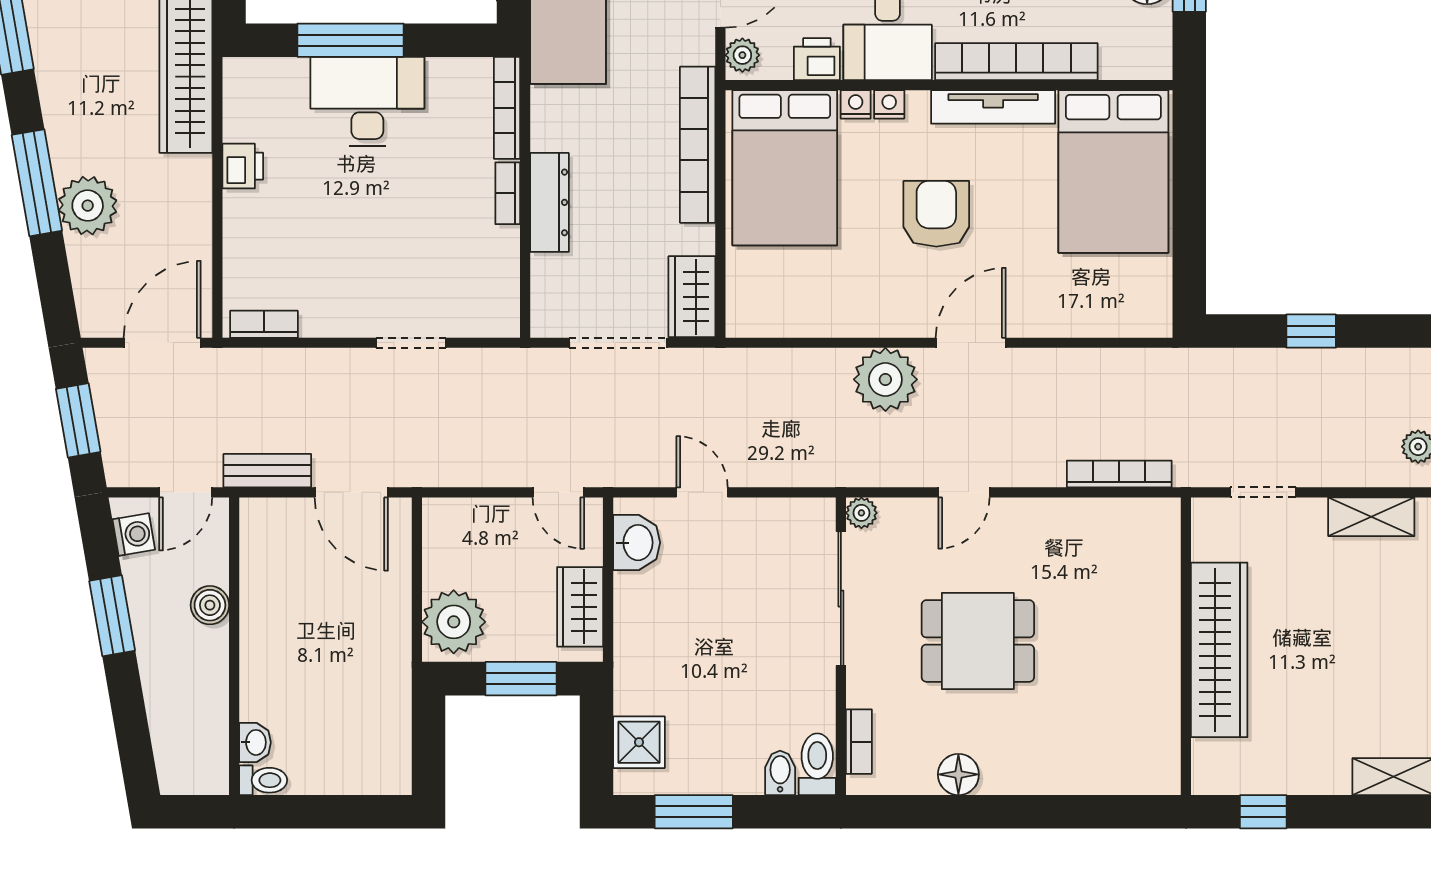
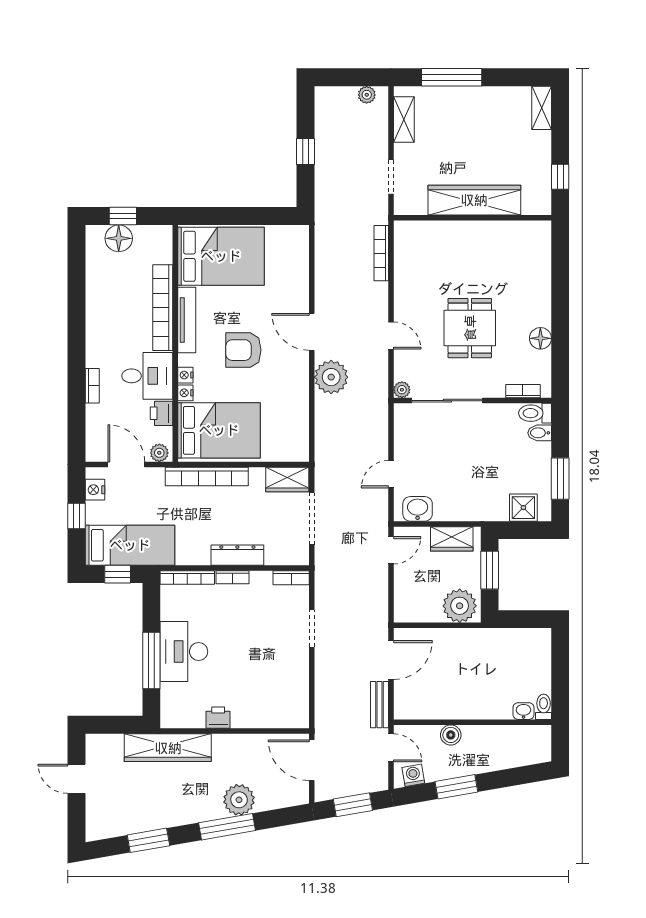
bookcase: (264, 324) -> (291, 578), moved, turned -90

